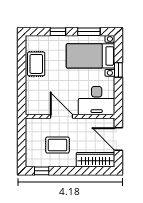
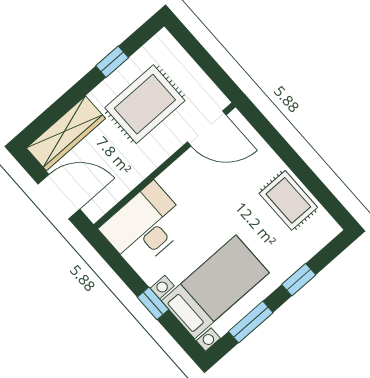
door: (62, 116) -> (207, 128), moved
rug: (57, 145) -> (145, 104), width x1.36, depth x1.43
window: (42, 171) -> (112, 62), moved

